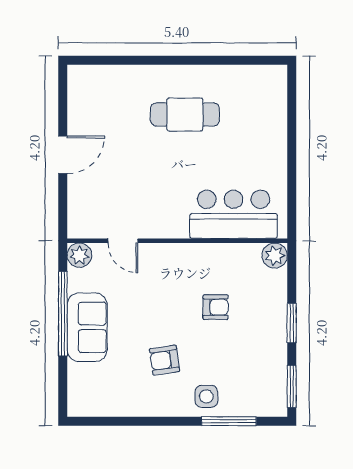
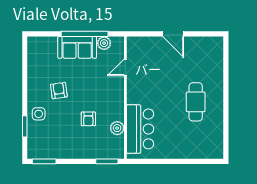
plant: (79, 255) -> (104, 43), moved
plant: (275, 256) -> (117, 128), moved
window: (292, 323) -> (107, 161), moved
window: (229, 421) -> (25, 126), width x0.69

